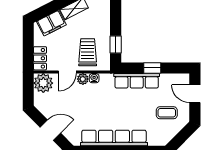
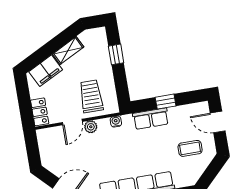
window: (116, 44) -> (116, 54), moved
water cooler: (94, 78) -> (116, 122), moved
row of seats: (137, 81) -> (151, 119), width x0.68
plant: (43, 83) -> (48, 139), removed

